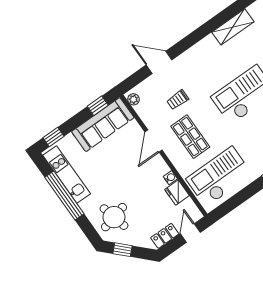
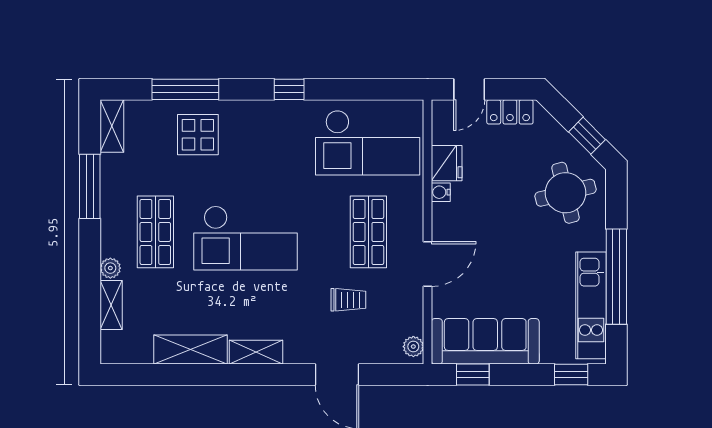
shelving: (203, 47) -> (256, 352), added

